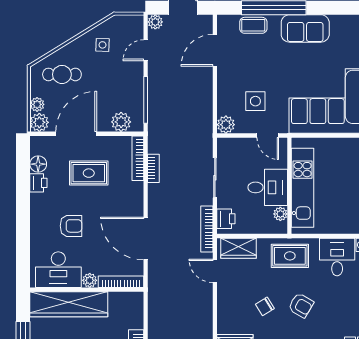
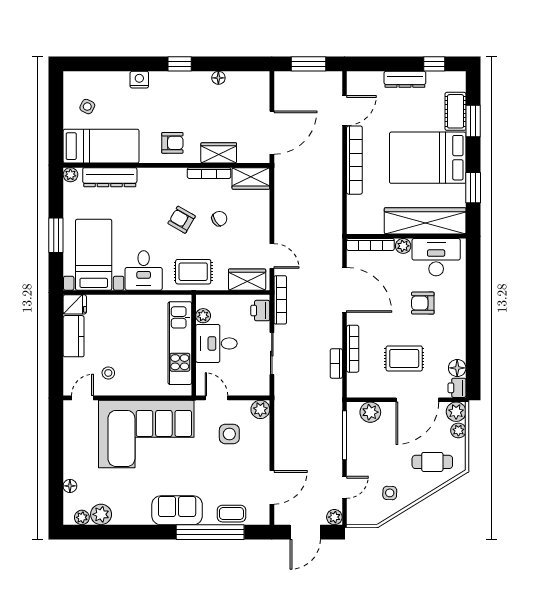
bookcase: (138, 158) -> (353, 349), moved
printer: (38, 183) -> (457, 388), moved

